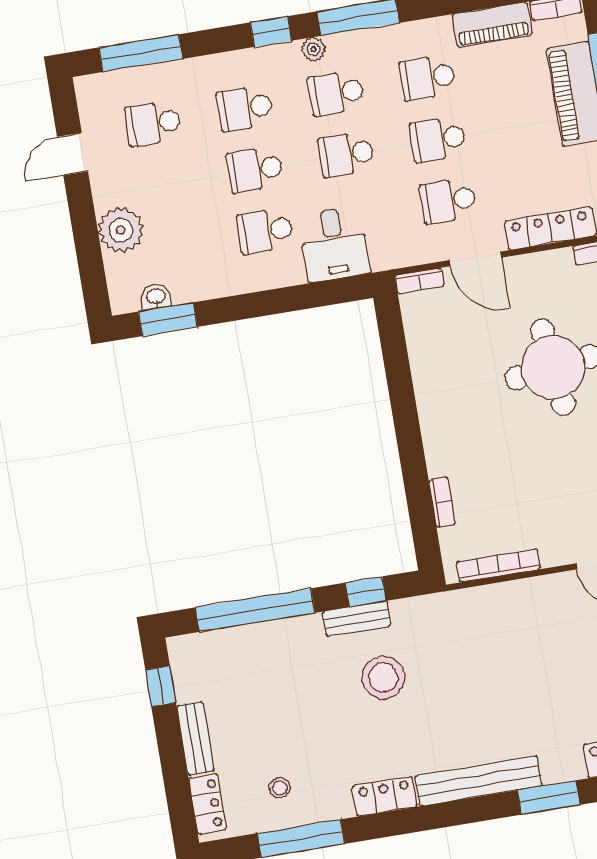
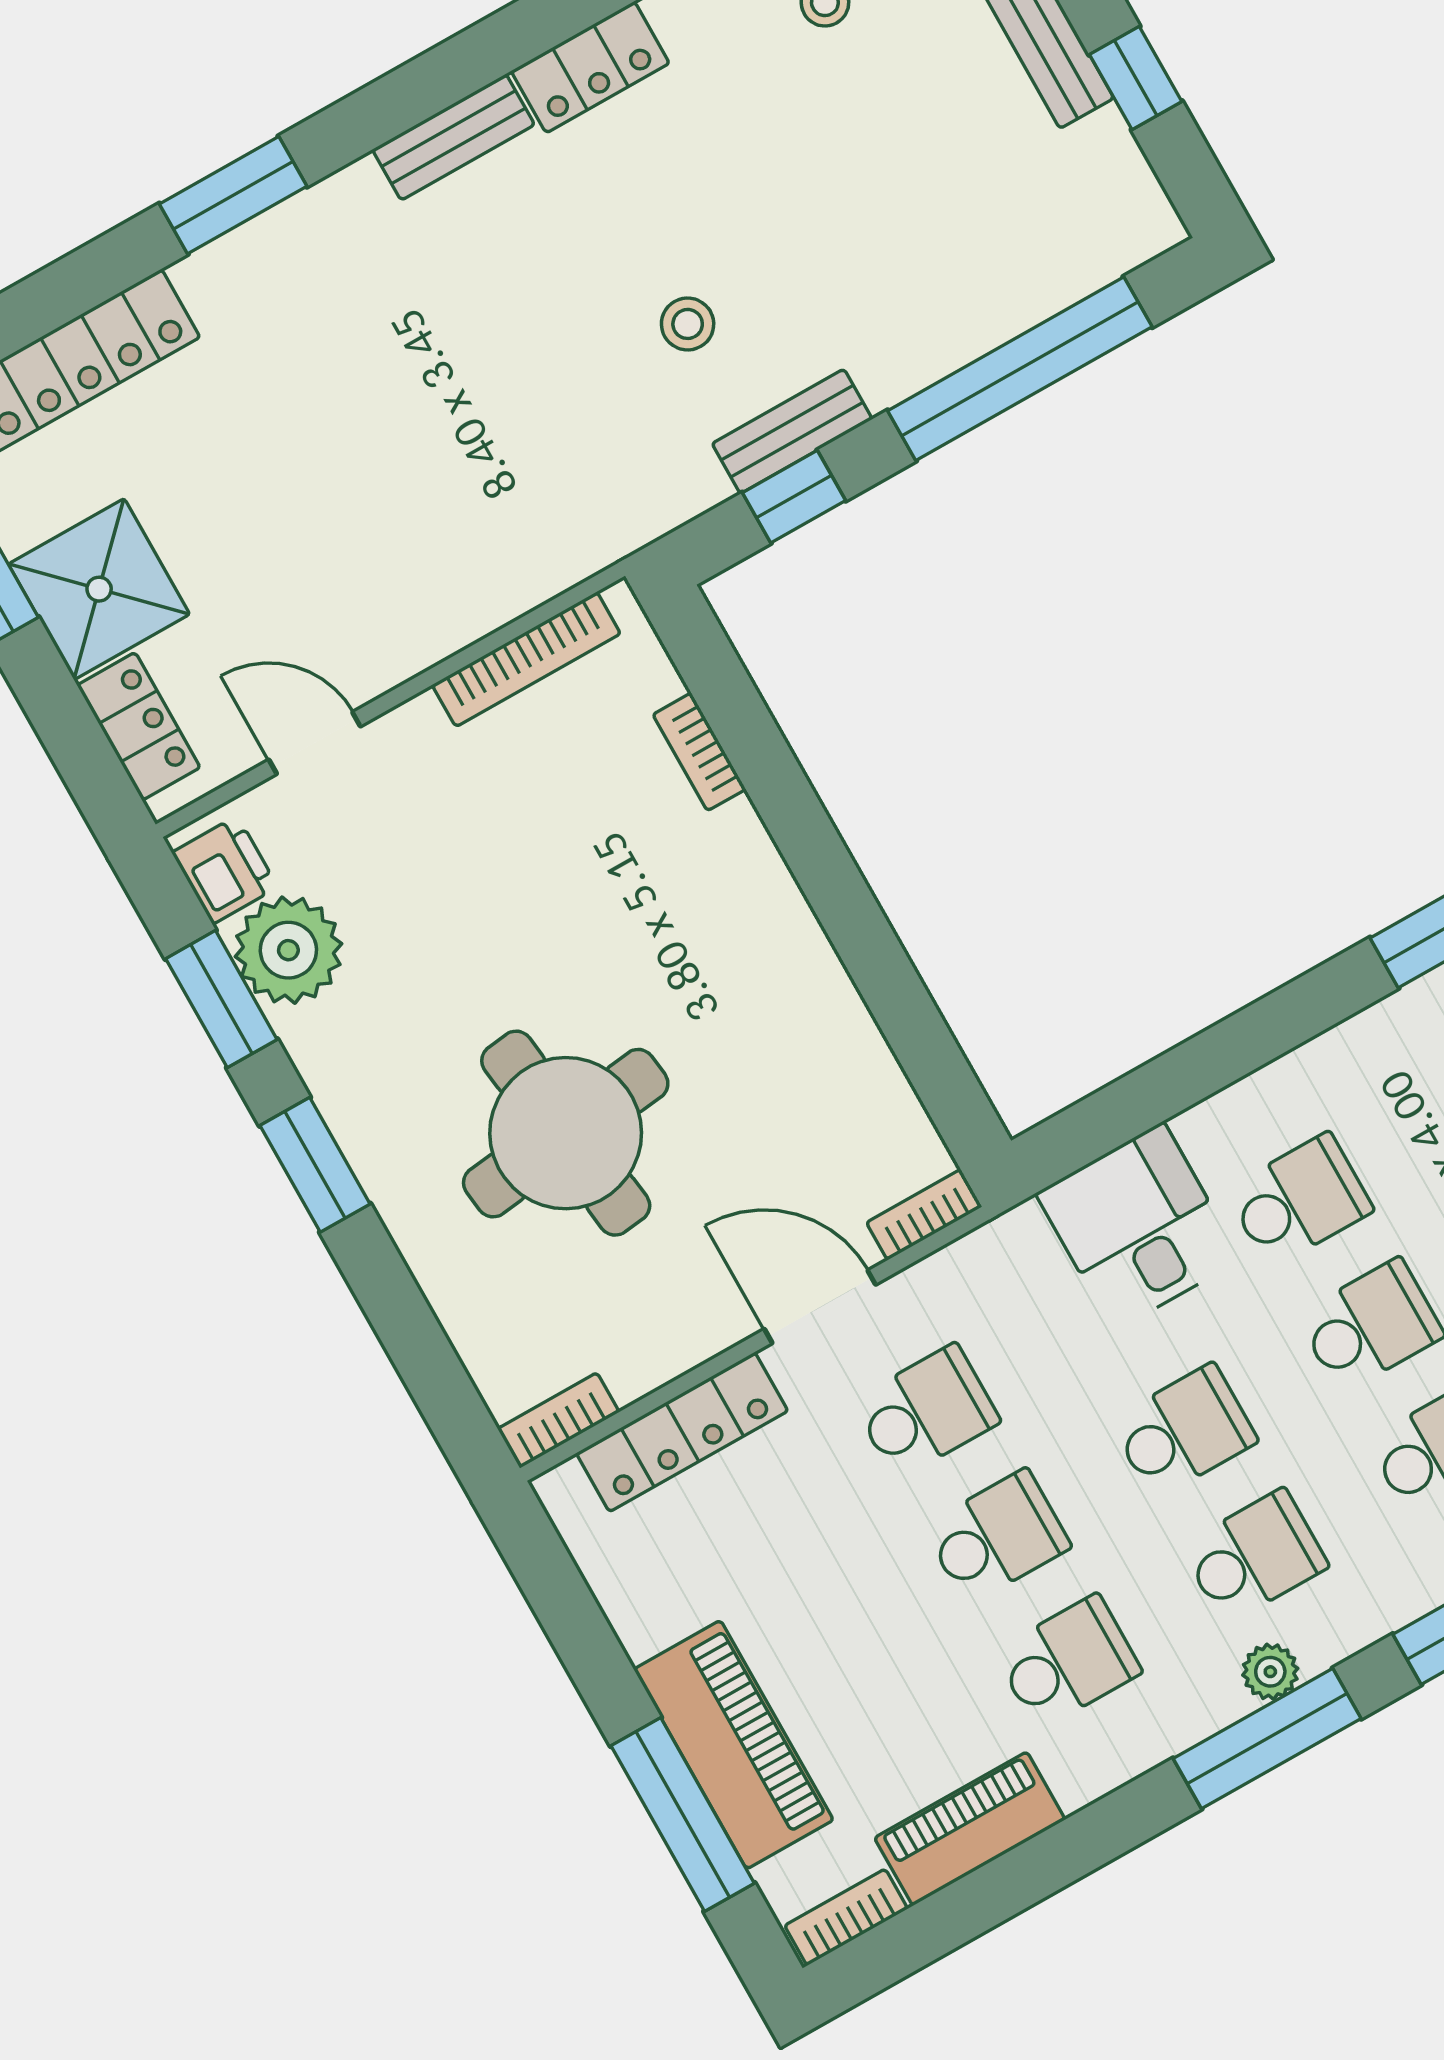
plant: (313, 49) -> (1270, 1672), moved
stool: (383, 678) -> (688, 324), width x0.53, depth x0.53
window: (161, 686) -> (1136, 78), moved
bench: (478, 781) -> (453, 137), width x0.54, depth x0.82

